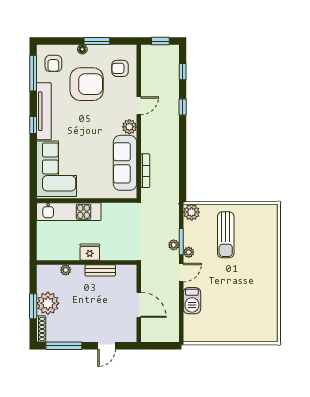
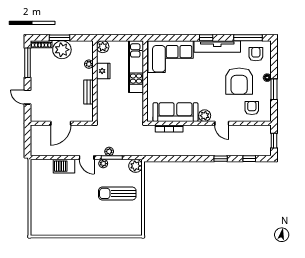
armchair: (53, 63) -> (256, 54), turned 90
fridge: (90, 252) -> (103, 71), moved
plant: (44, 253) -> (103, 47), added

